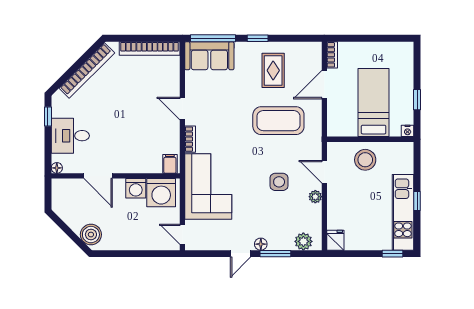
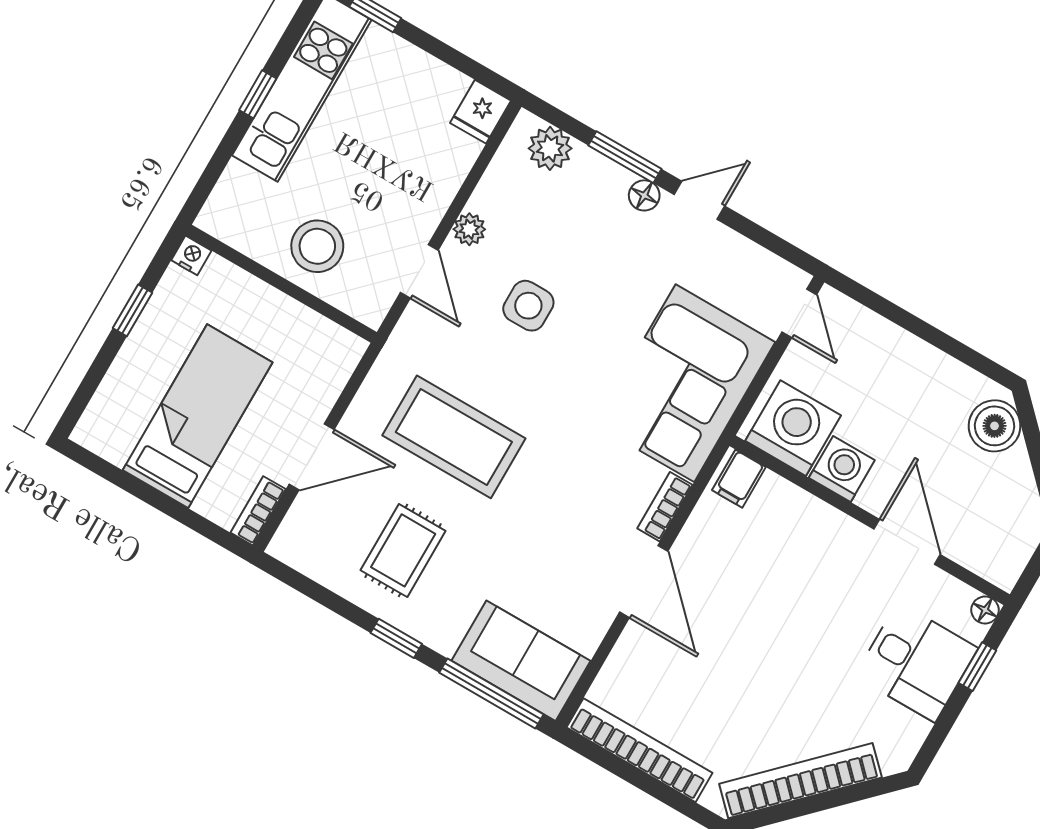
bed: (374, 103) -> (198, 416), moved, turned 180
door: (182, 108) -> (644, 582), width x1.38
window: (48, 116) -> (977, 667), moved

